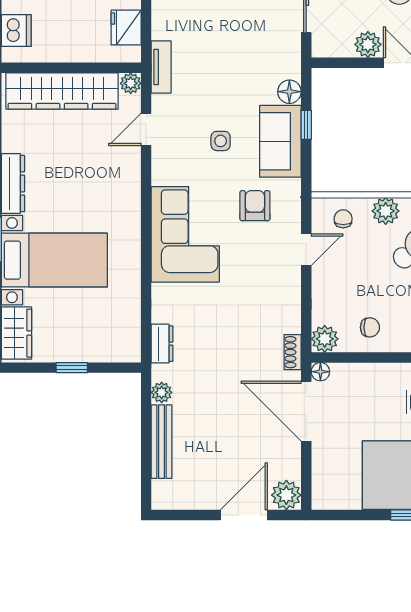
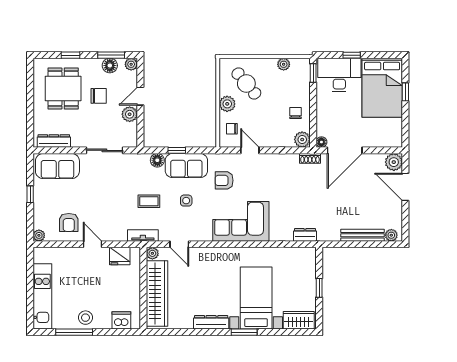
coffee table: (219, 77) -> (149, 201), added
plant: (162, 392) -> (391, 235), moved

